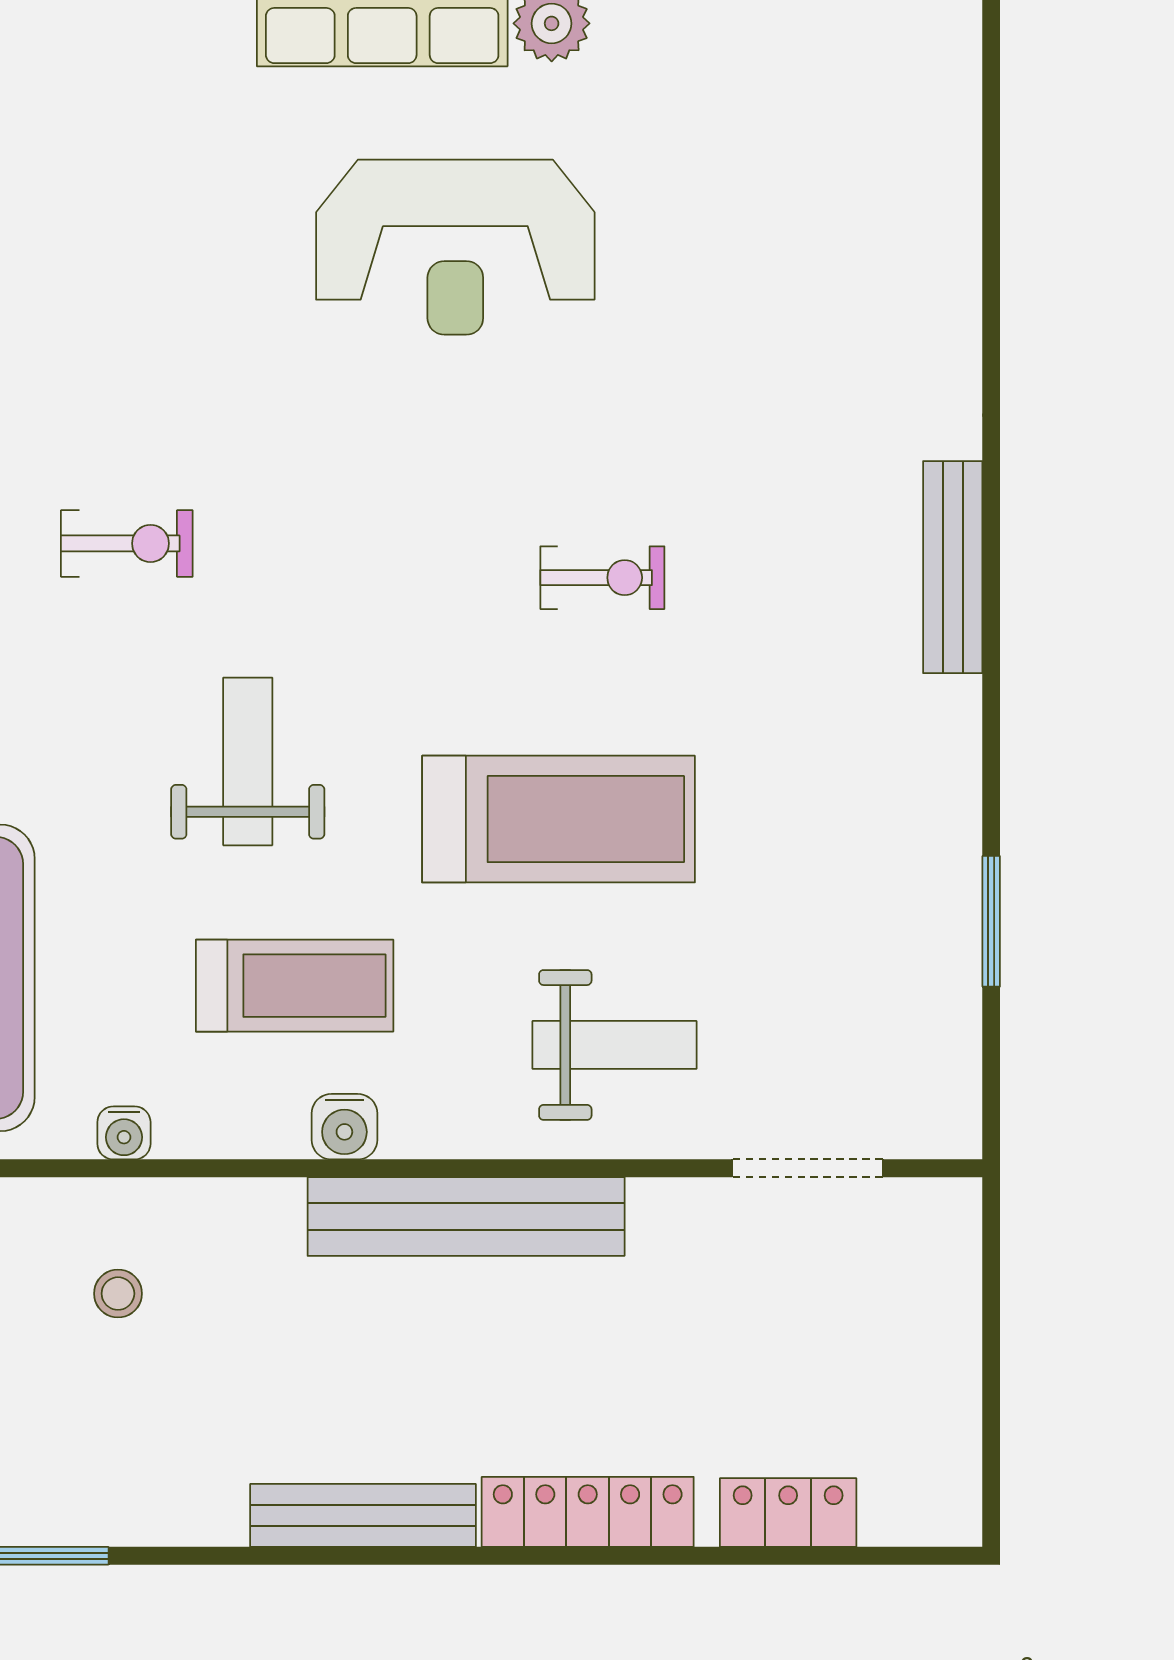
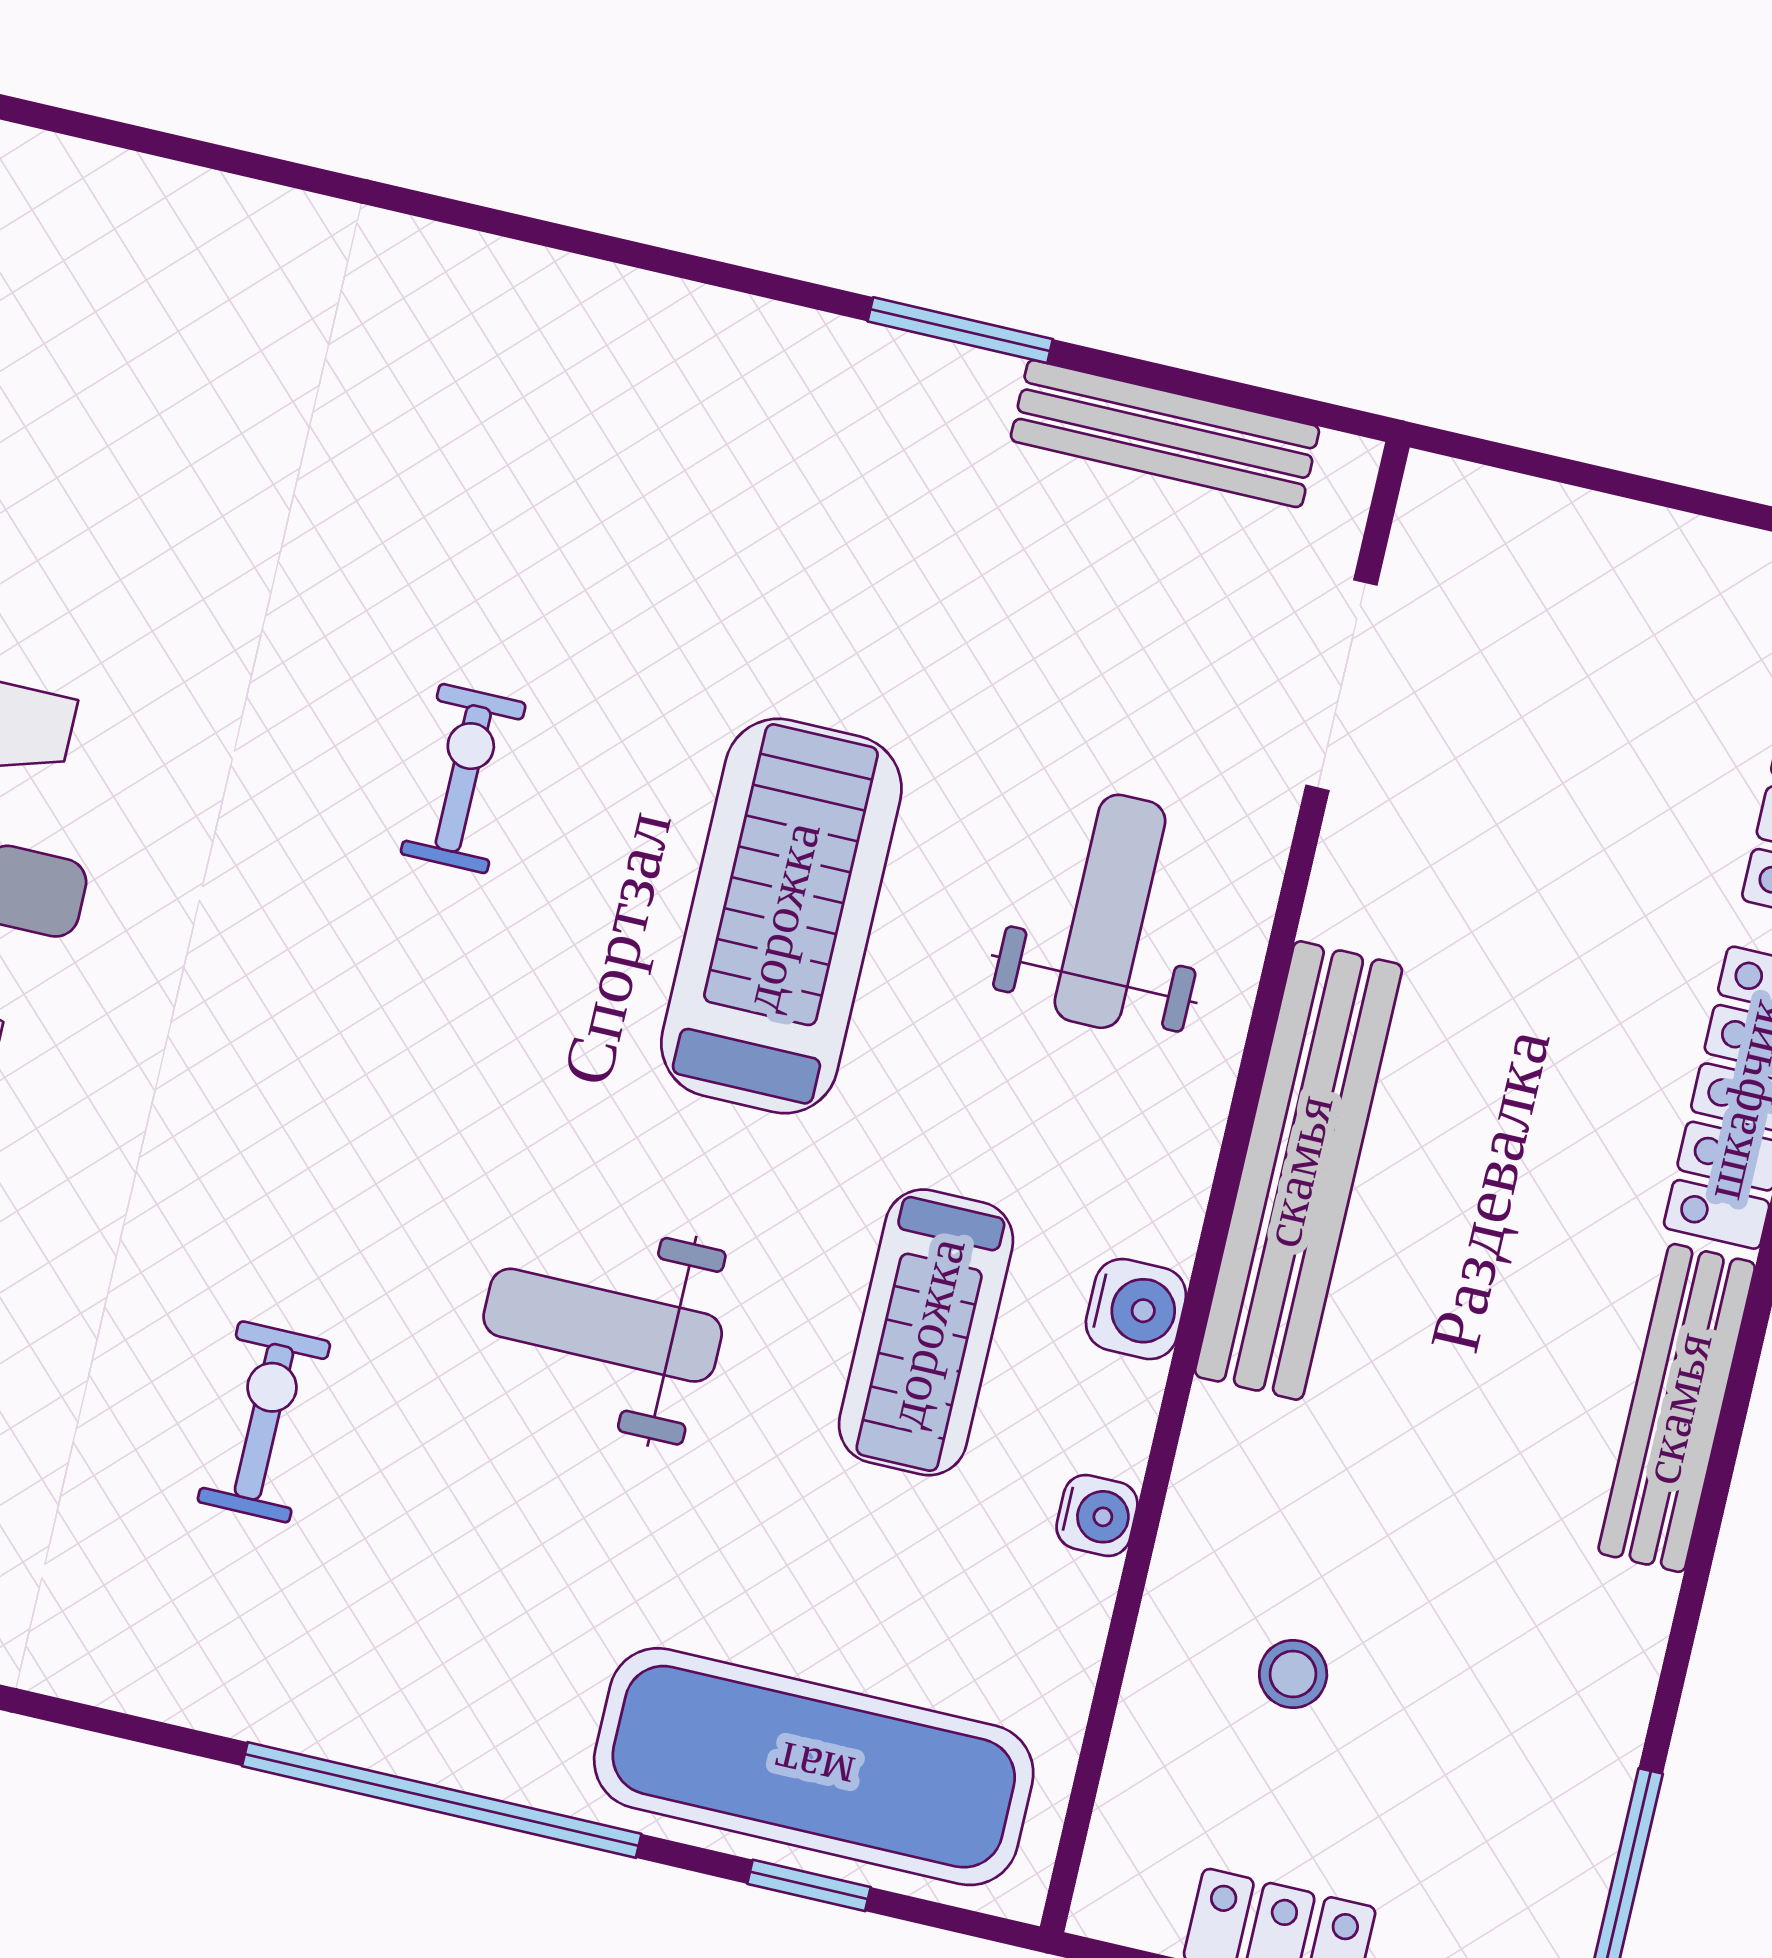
bench: (953, 567) -> (1165, 434), moved
window: (991, 921) -> (960, 330), moved
treadmill: (295, 986) -> (926, 1332), turned 180
water cooler: (124, 1133) -> (1097, 1515), moved

